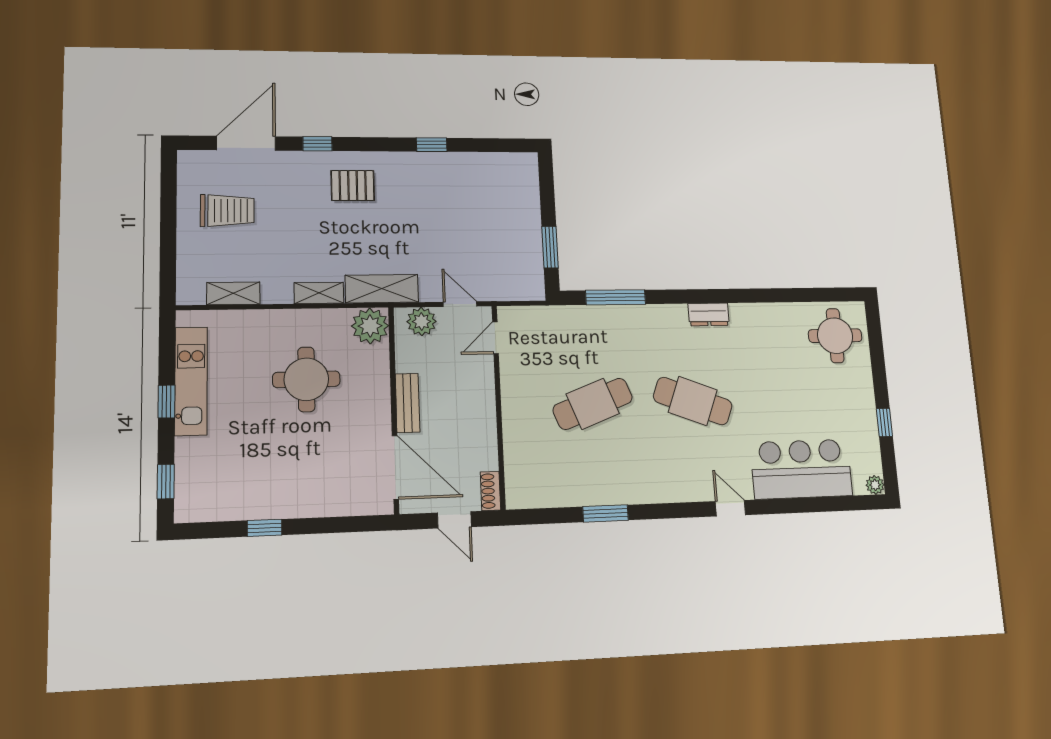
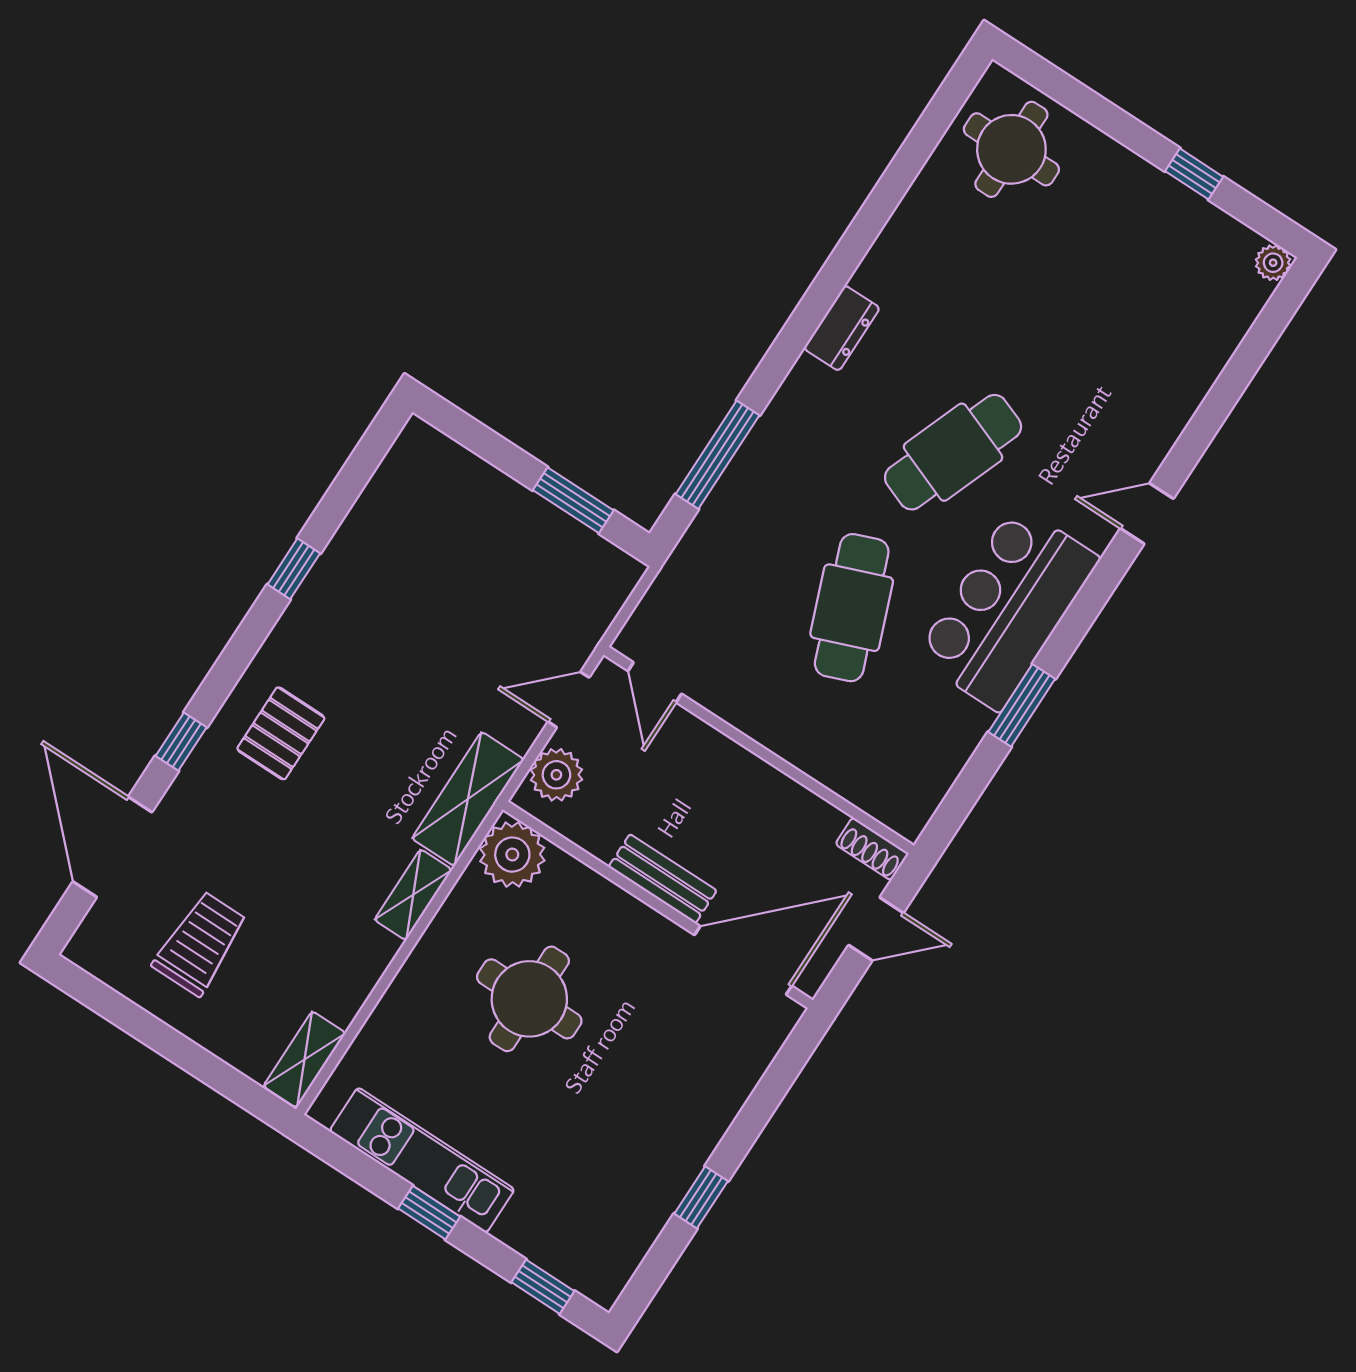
shelving: (233, 293) -> (304, 1060), moved
bar counter: (801, 469) -> (1007, 608), moved

